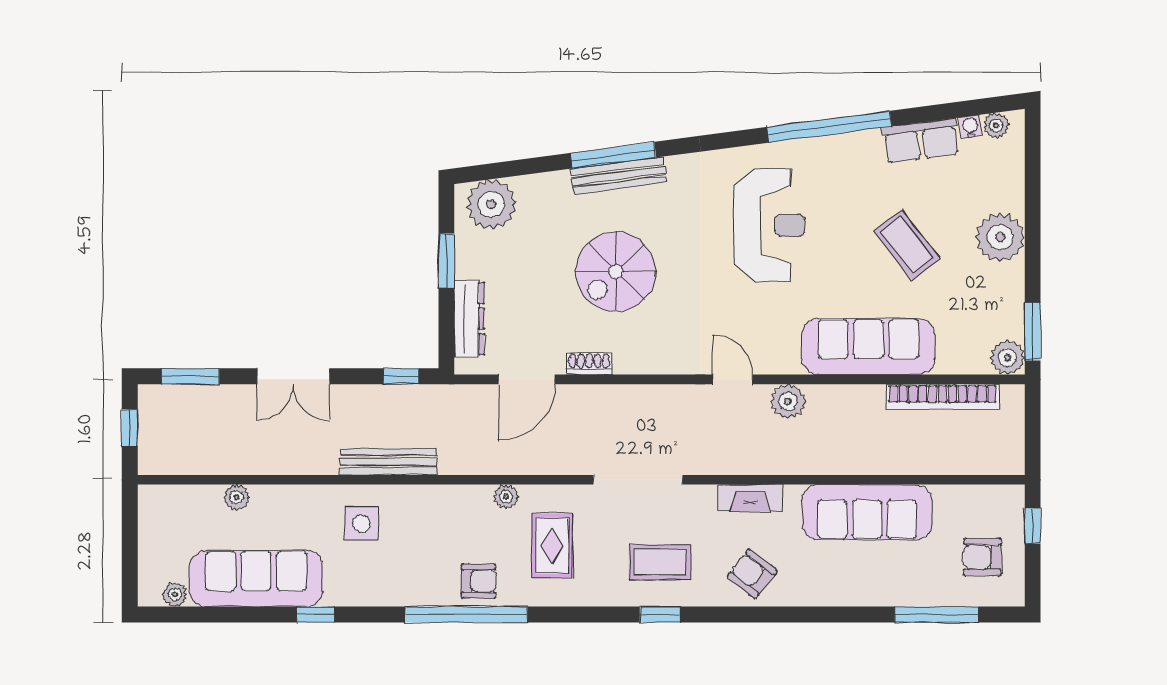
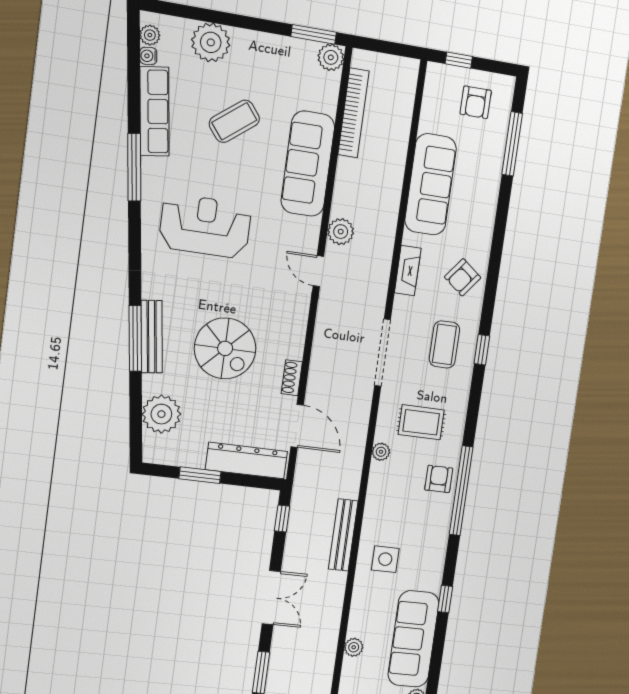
window: (829, 127) -> (134, 167), width x0.68
row of seats: (921, 141) -> (154, 111), width x1.48
plant: (491, 204) -> (161, 414), moved
plant: (1000, 237) -> (211, 42), moved
dresser: (469, 319) -> (246, 461), width x1.37, depth x1.24
door: (733, 379) -> (318, 271), hinge flipped

